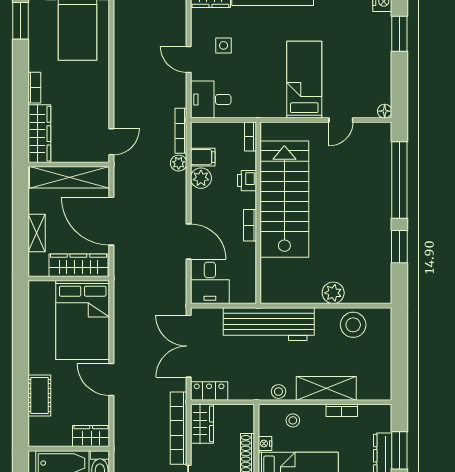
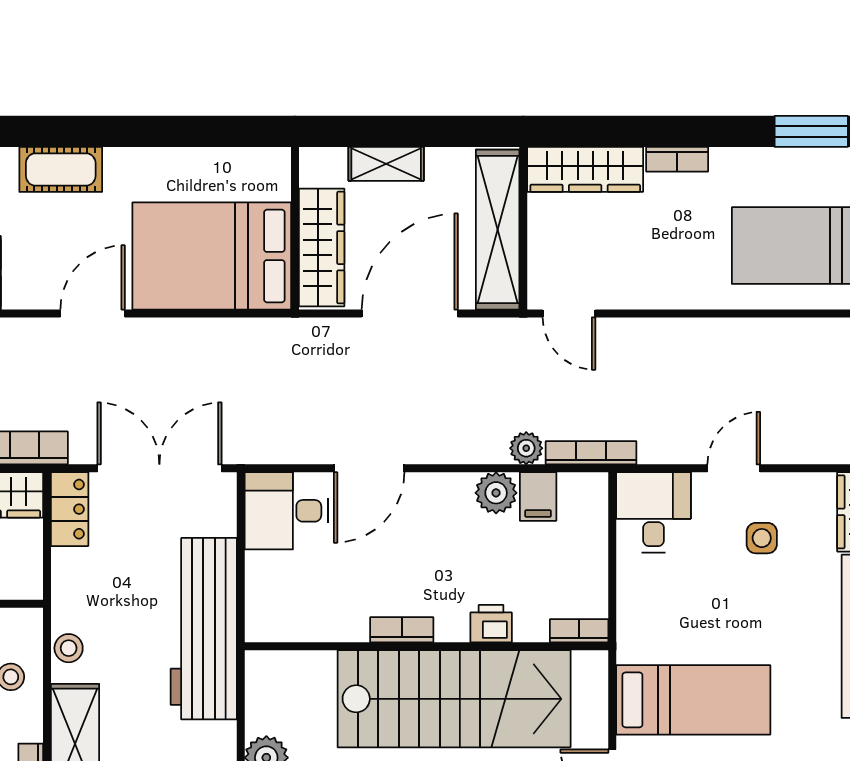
bookcase: (250, 137) -> (579, 631), moved
printer: (247, 181) -> (491, 624), moved
stairs: (284, 199) -> (454, 699), moved
wall: (258, 213) -> (427, 646), moved
bookcase: (250, 225) -> (402, 630), moved

